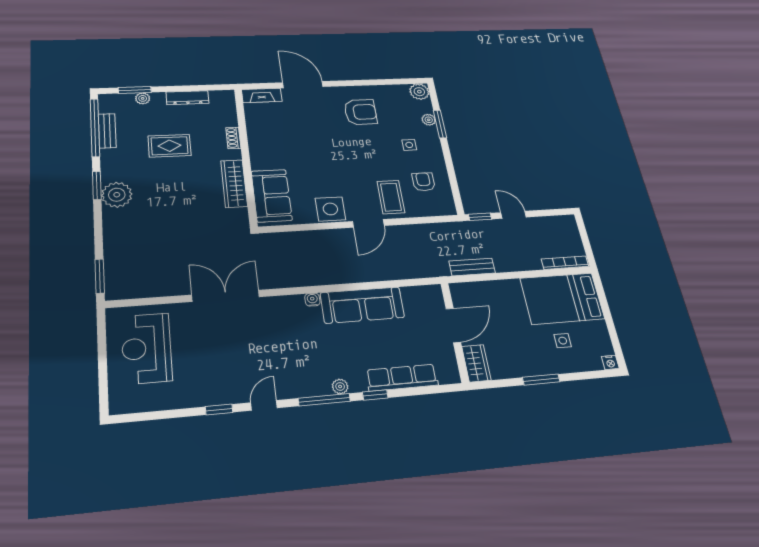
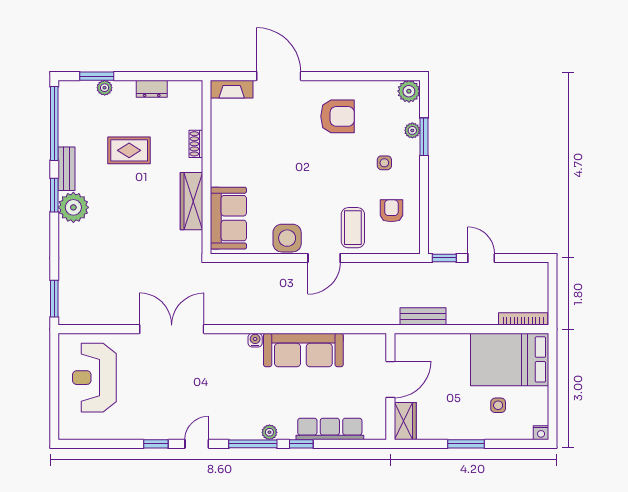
dresser: (187, 98) -> (152, 89), width x0.70
bench: (107, 131) -> (67, 169), moved

